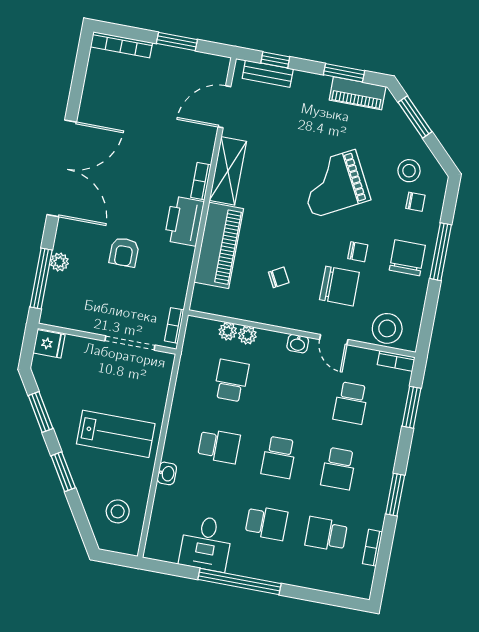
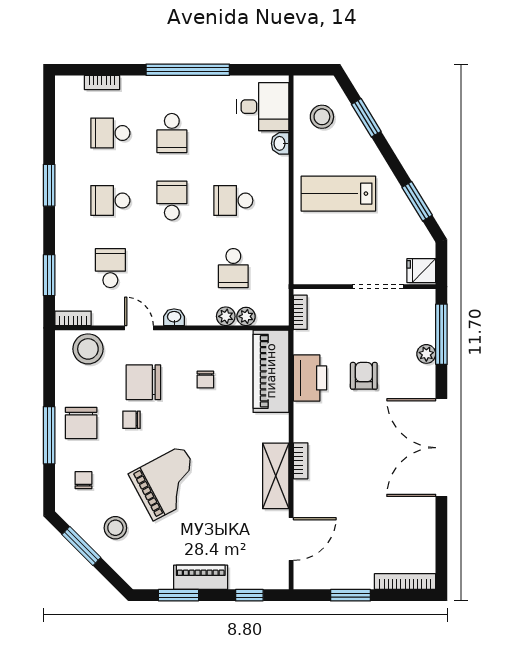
bench: (268, 74) -> (254, 580), removed
piano: (358, 93) -> (201, 577), moved
window: (415, 117) -> (81, 546), moved
stool: (409, 171) -> (115, 528), moved
chair: (415, 202) -> (83, 480), turned 90
printer: (184, 221) -> (310, 378), moved
piano: (219, 245) -> (271, 371), moved
chair: (279, 277) -> (205, 380), turned -61
doorway: (130, 343) -> (378, 287), moved
school desk: (338, 469) -> (110, 201), turned -90
window: (63, 472) -> (366, 118), moved
washbasin: (167, 473) -> (280, 143), moved
school desk: (266, 523) -> (172, 133), turned -90
school desk: (326, 534) -> (110, 133), turned 180
desk: (206, 543) -> (263, 107), moved, turned 90
bookcase: (372, 548) -> (102, 83), moved, turned 90

